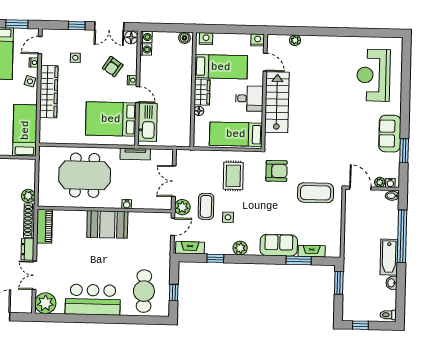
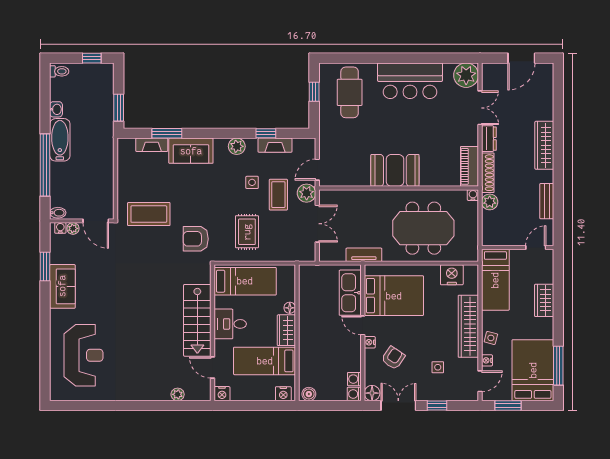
nightstand: (62, 135) -> (452, 275), added
water cooler: (127, 204) -> (473, 195), moved
fireplace: (190, 248) -> (275, 145), moved

